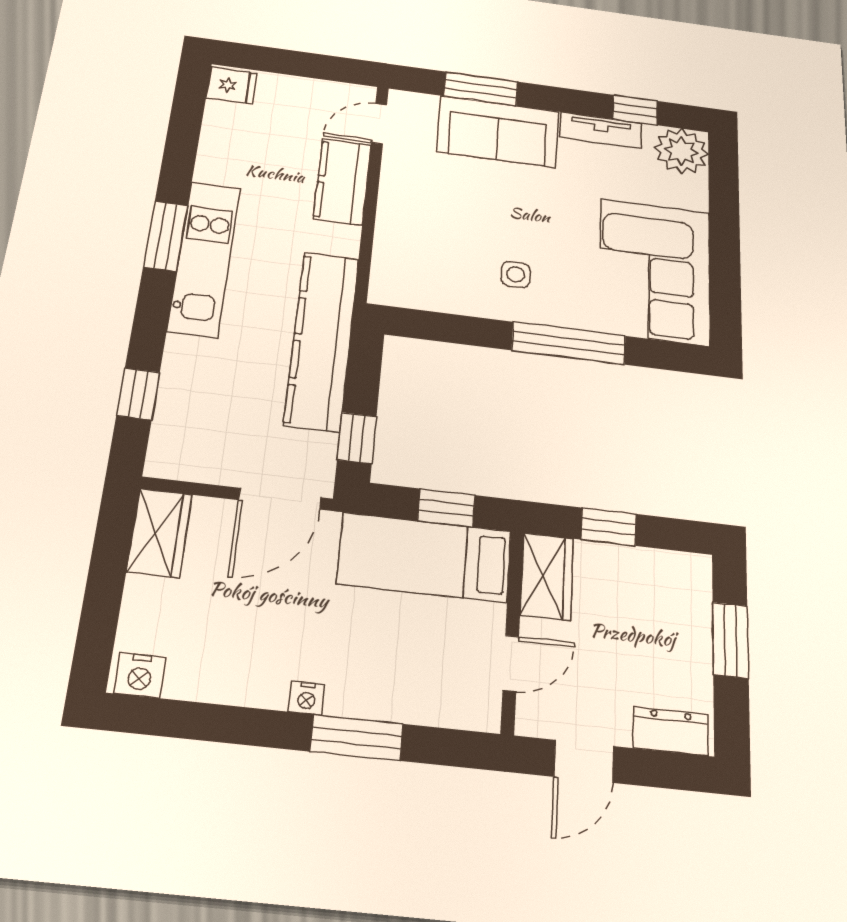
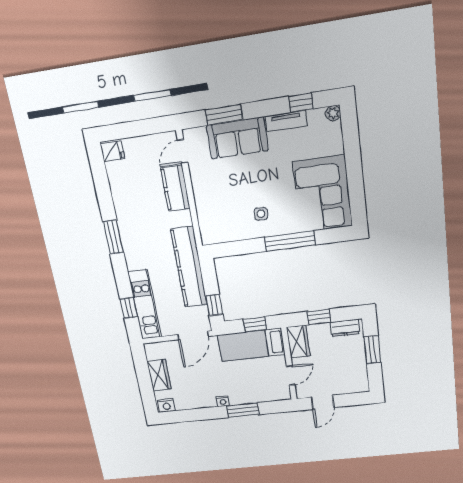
plant: (681, 151) -> (333, 113), width x0.53, depth x0.53
kitchen unit: (204, 258) -> (145, 305), moved
wardrobe: (159, 533) -> (159, 375), moved
dresser: (671, 731) -> (345, 328), moved, turned 180

